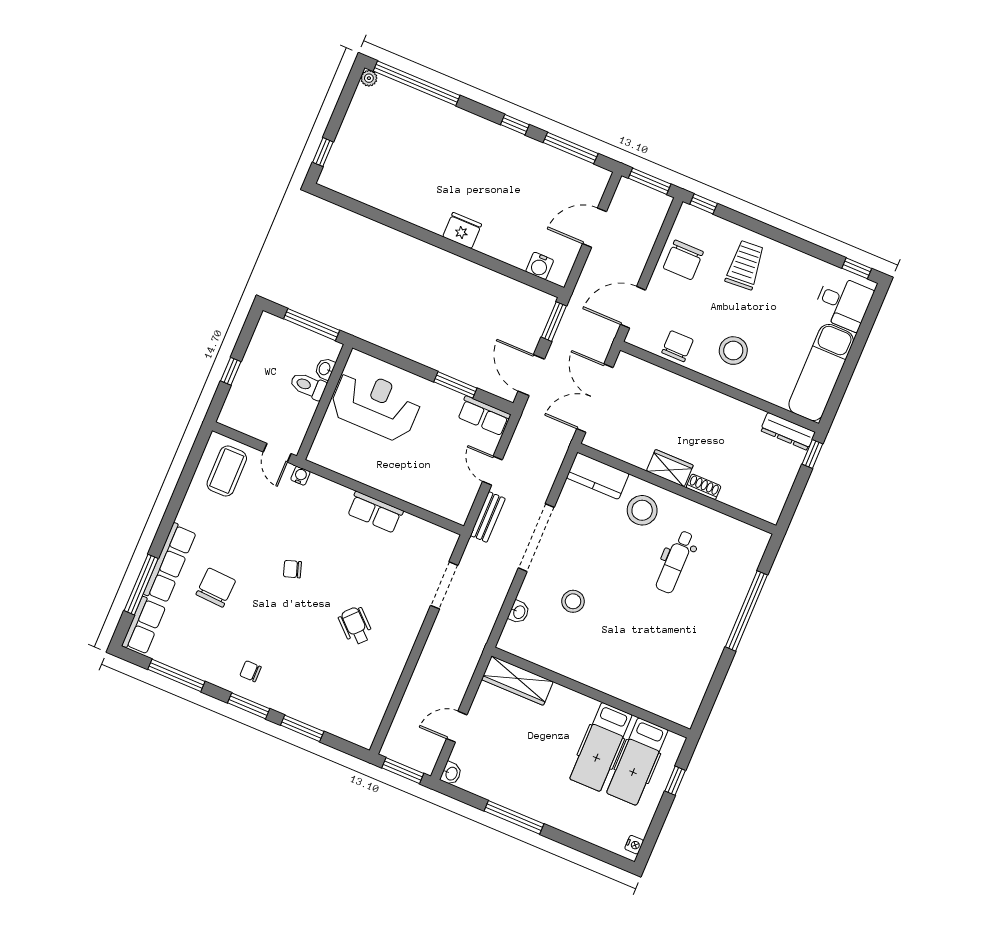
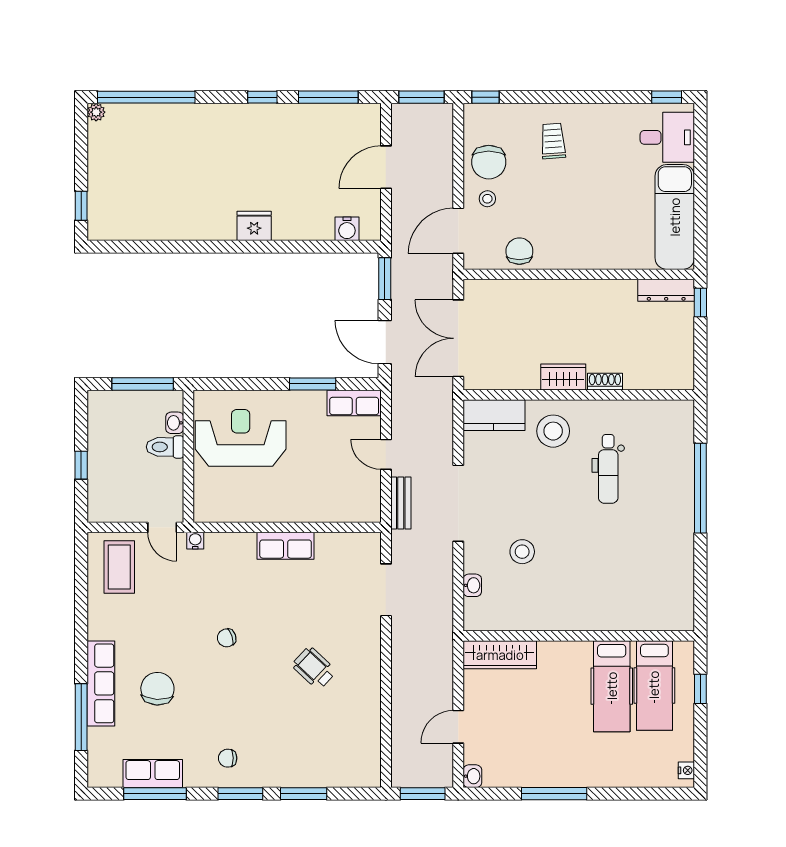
trolley: (745, 265) -> (553, 141), width x0.73, depth x0.72
stool: (733, 351) -> (487, 199), moved, width x0.53, depth x0.53
row of seats: (144, 626) -> (153, 774), moved, turned -90

